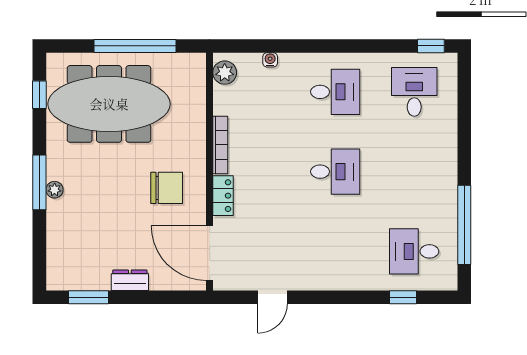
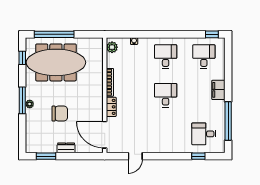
window: (135, 46) -> (54, 34), moved
desk: (335, 92) -> (166, 57), turned -90
filing cabinet: (444, 161) -> (218, 90), added
desk: (335, 172) -> (166, 95), turned -90
chair: (167, 188) -> (60, 114), moved

